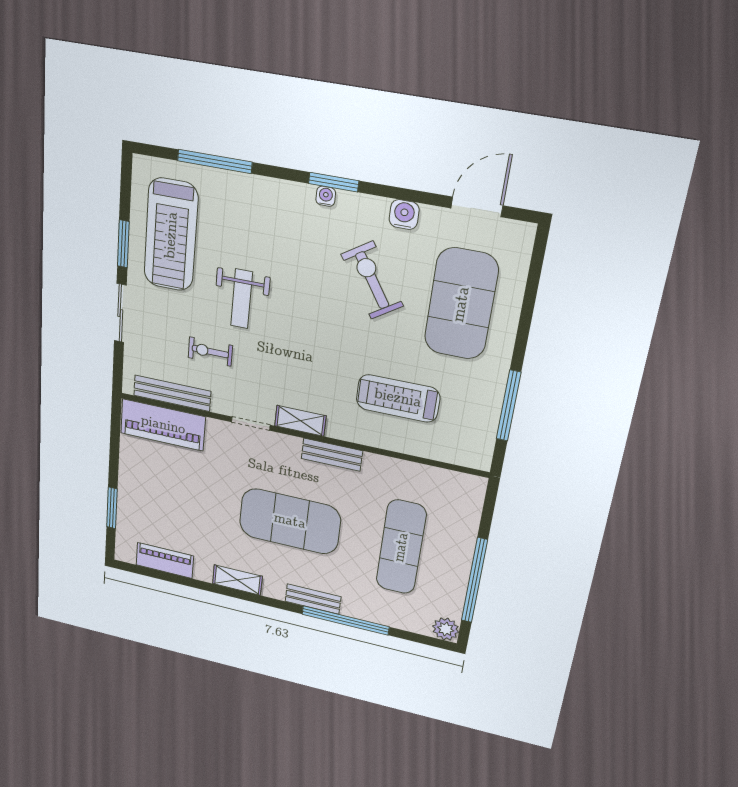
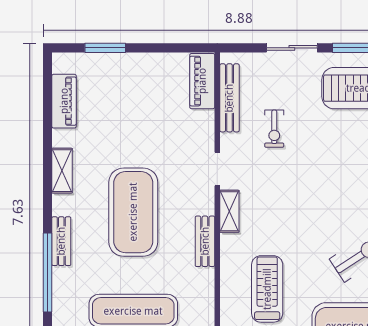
weight bench: (242, 299) -> (325, 151), removed
exercise bike: (210, 352) -> (274, 129), turned 180
piano: (163, 425) -> (202, 81), width x0.73, depth x0.75

